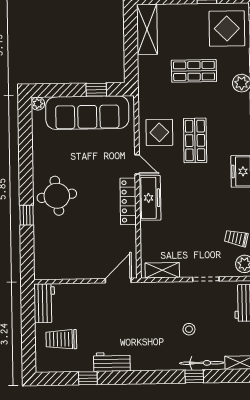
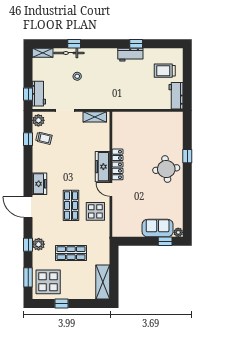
window: (96, 90) -> (165, 241), moved
sofa: (87, 113) -> (158, 228), width x0.54, depth x0.79
door: (118, 281) -> (125, 110), removed
trolley: (61, 339) -> (165, 71), turned 180
window: (88, 378) -> (136, 44), moved

